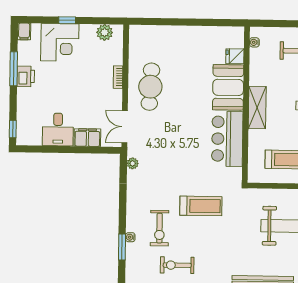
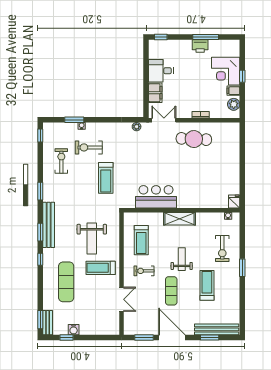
filing cabinet: (24, 31) -> (233, 91), moved
fridge: (235, 56) -> (234, 202), moved
booth: (228, 87) -> (194, 197), removed

